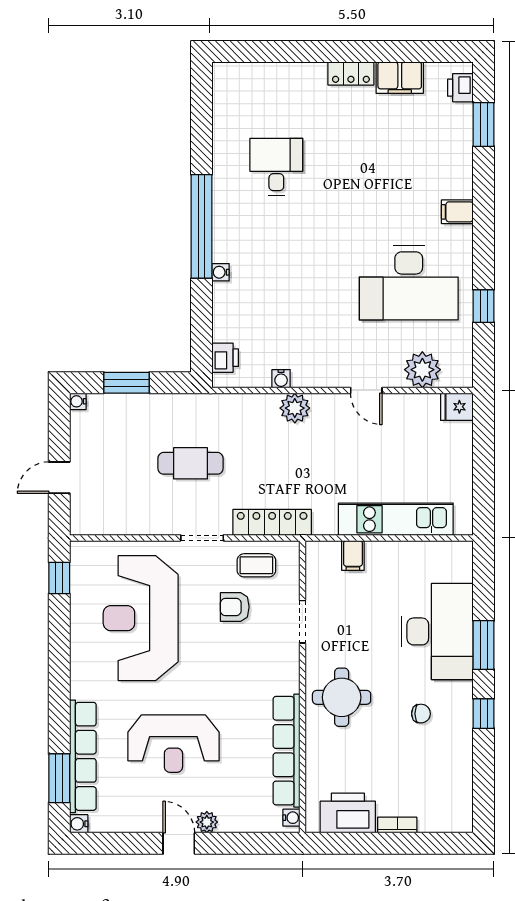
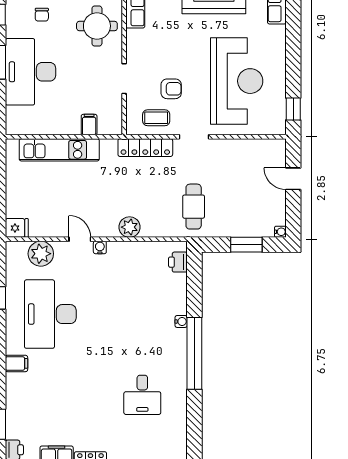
desk: (409, 283) -> (50, 314), turned -90
water cooler: (281, 379) -> (100, 247), moved
cafe table: (190, 463) -> (194, 207), moved, turned 90
door: (59, 478) -> (293, 179), swing flipped
chair: (421, 714) -> (42, 15), turned -90

